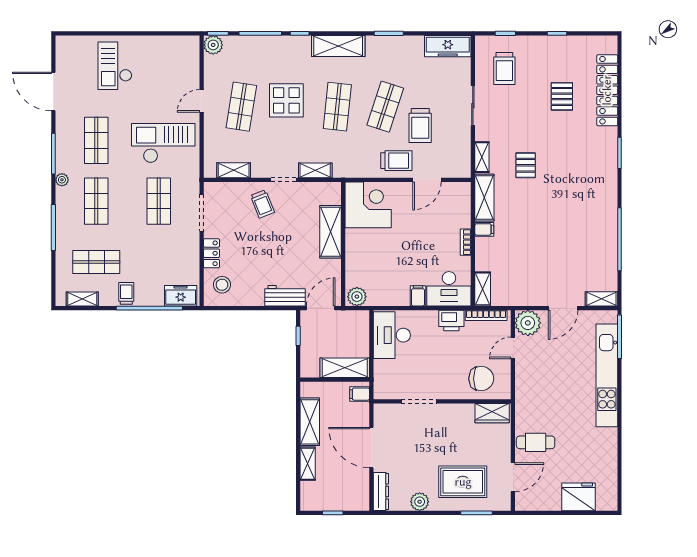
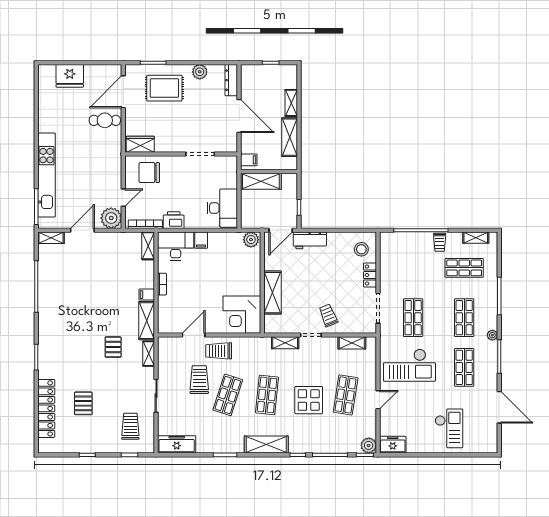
freezer: (181, 296) -> (393, 445), moved, turned 180
door: (513, 477) -> (123, 92), width x1.36

